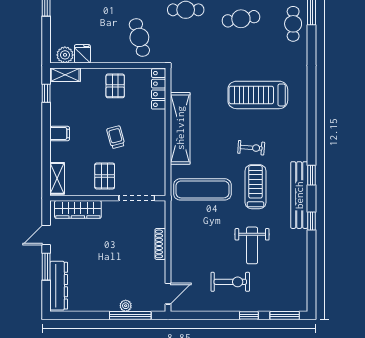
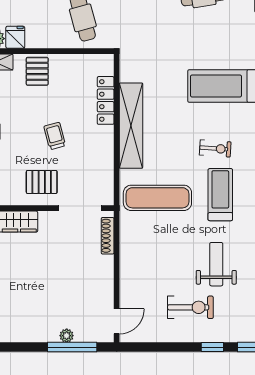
pallet: (115, 86) -> (37, 71), moved
locker: (159, 89) -> (106, 100), moved
pallet: (105, 176) -> (42, 182), turned 90
shoe rack: (160, 244) -> (108, 236), moved
weight bench: (252, 245) -> (216, 264), turned 180

